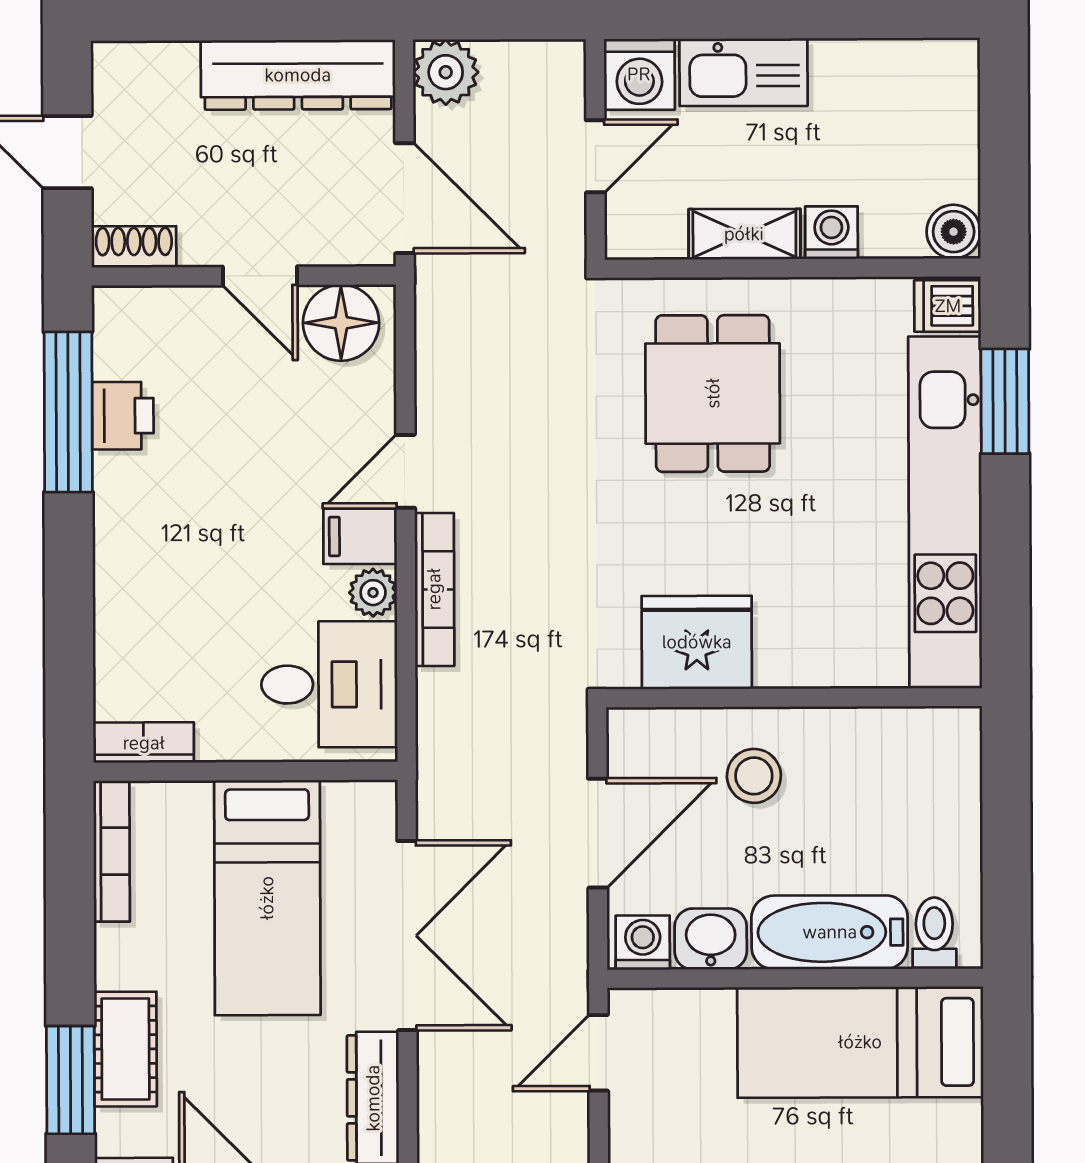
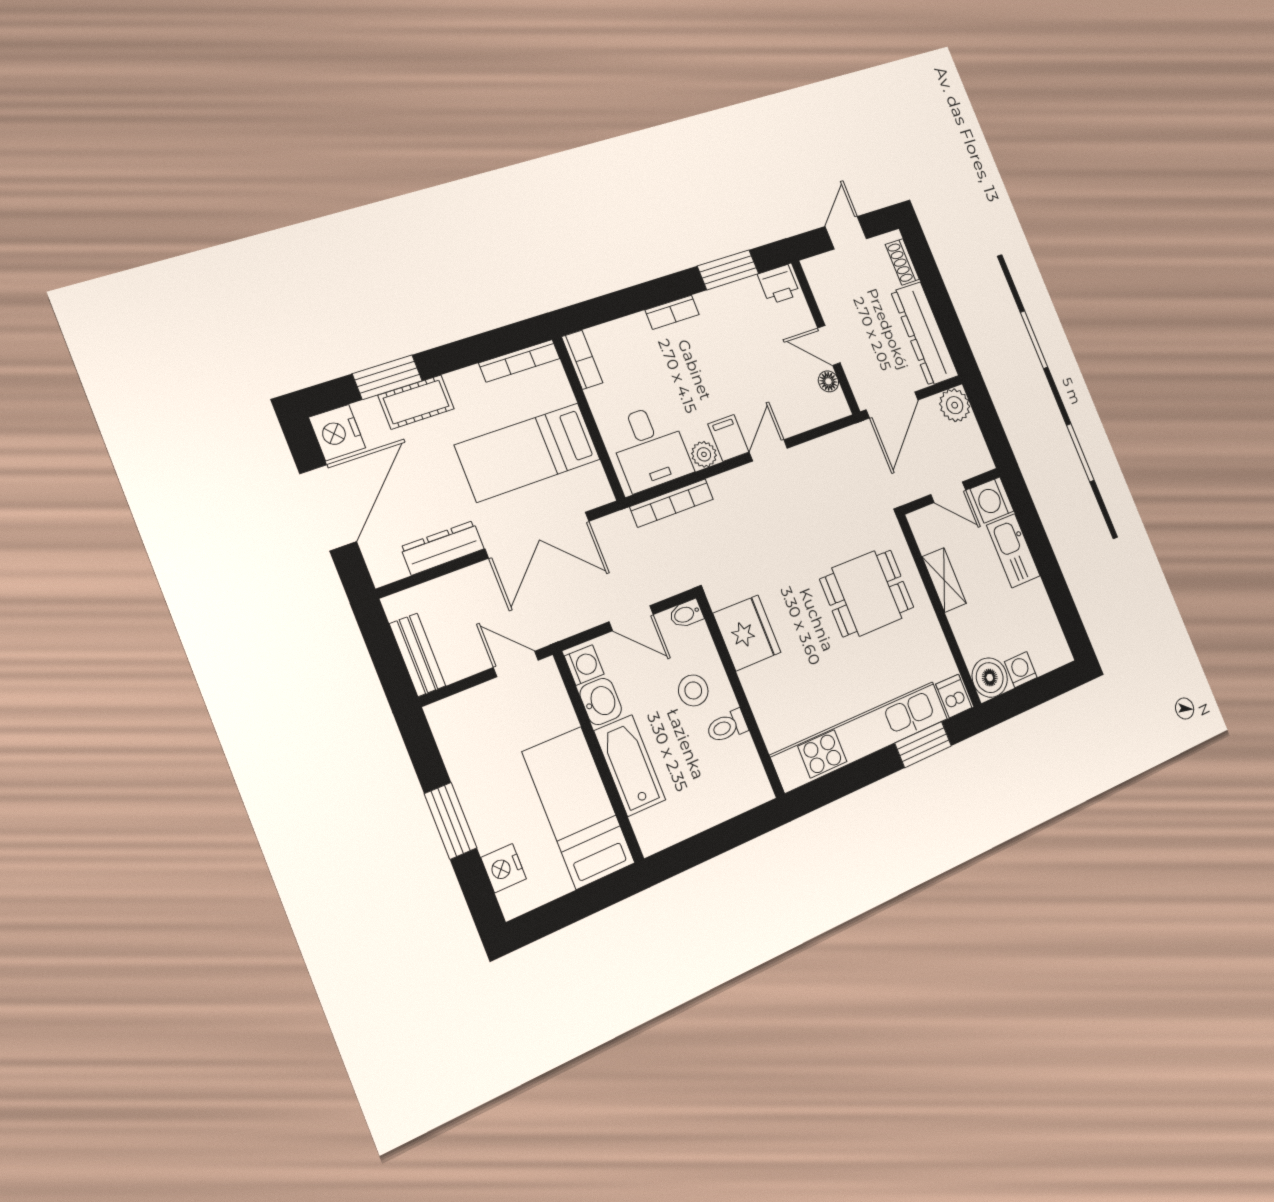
boiler: (954, 232) -> (990, 678), width x1.36, depth x1.36
washing machine: (831, 233) -> (1021, 670), moved, turned -90
shoe rack: (134, 247) -> (902, 262), moved, turned 180
door: (260, 276) -> (829, 345), hinge flipped
floor lamp: (341, 323) -> (828, 381), width x0.53, depth x0.53
window: (68, 412) -> (728, 270), width x0.69
printer: (123, 416) -> (779, 284), moved
door: (406, 471) -> (768, 450), hinge flipped
bookcase: (112, 548) -> (672, 312), added
bookcase: (434, 589) -> (672, 503), moved
bidet: (626, 736) -> (686, 614), added
door: (598, 833) -> (631, 618), width x0.73
toilet: (934, 933) -> (727, 726), moved, turned 180

